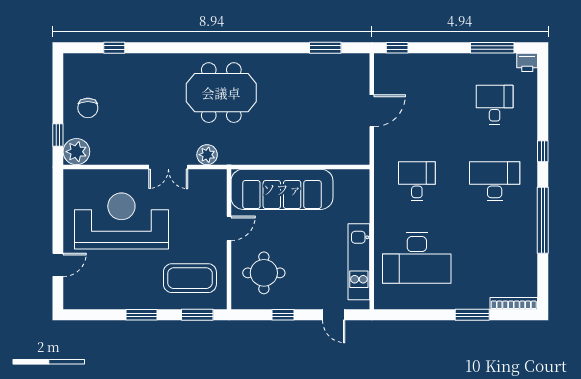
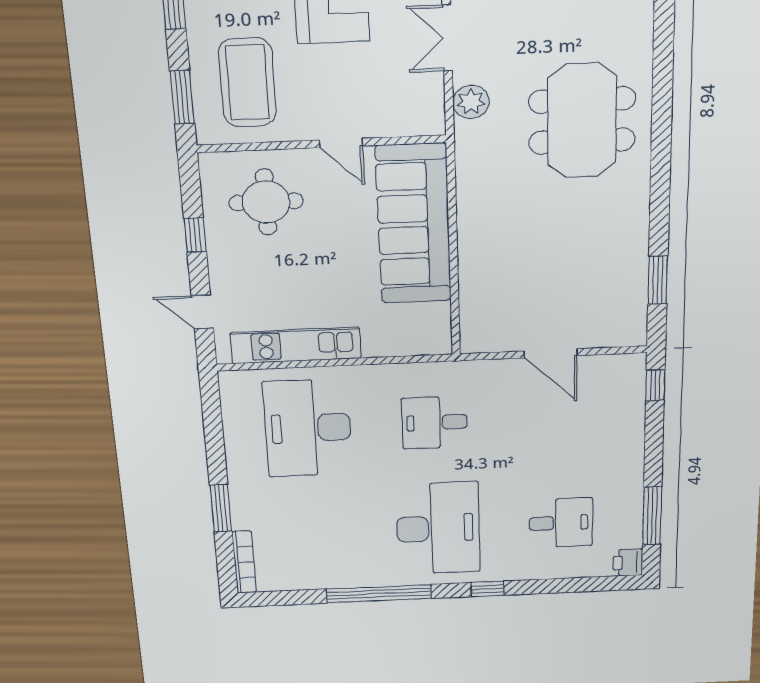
desk: (417, 181) -> (435, 423), turned 180
desk: (495, 181) -> (438, 528), width x1.36, depth x1.30
door: (334, 315) -> (202, 312), hinge flipped

